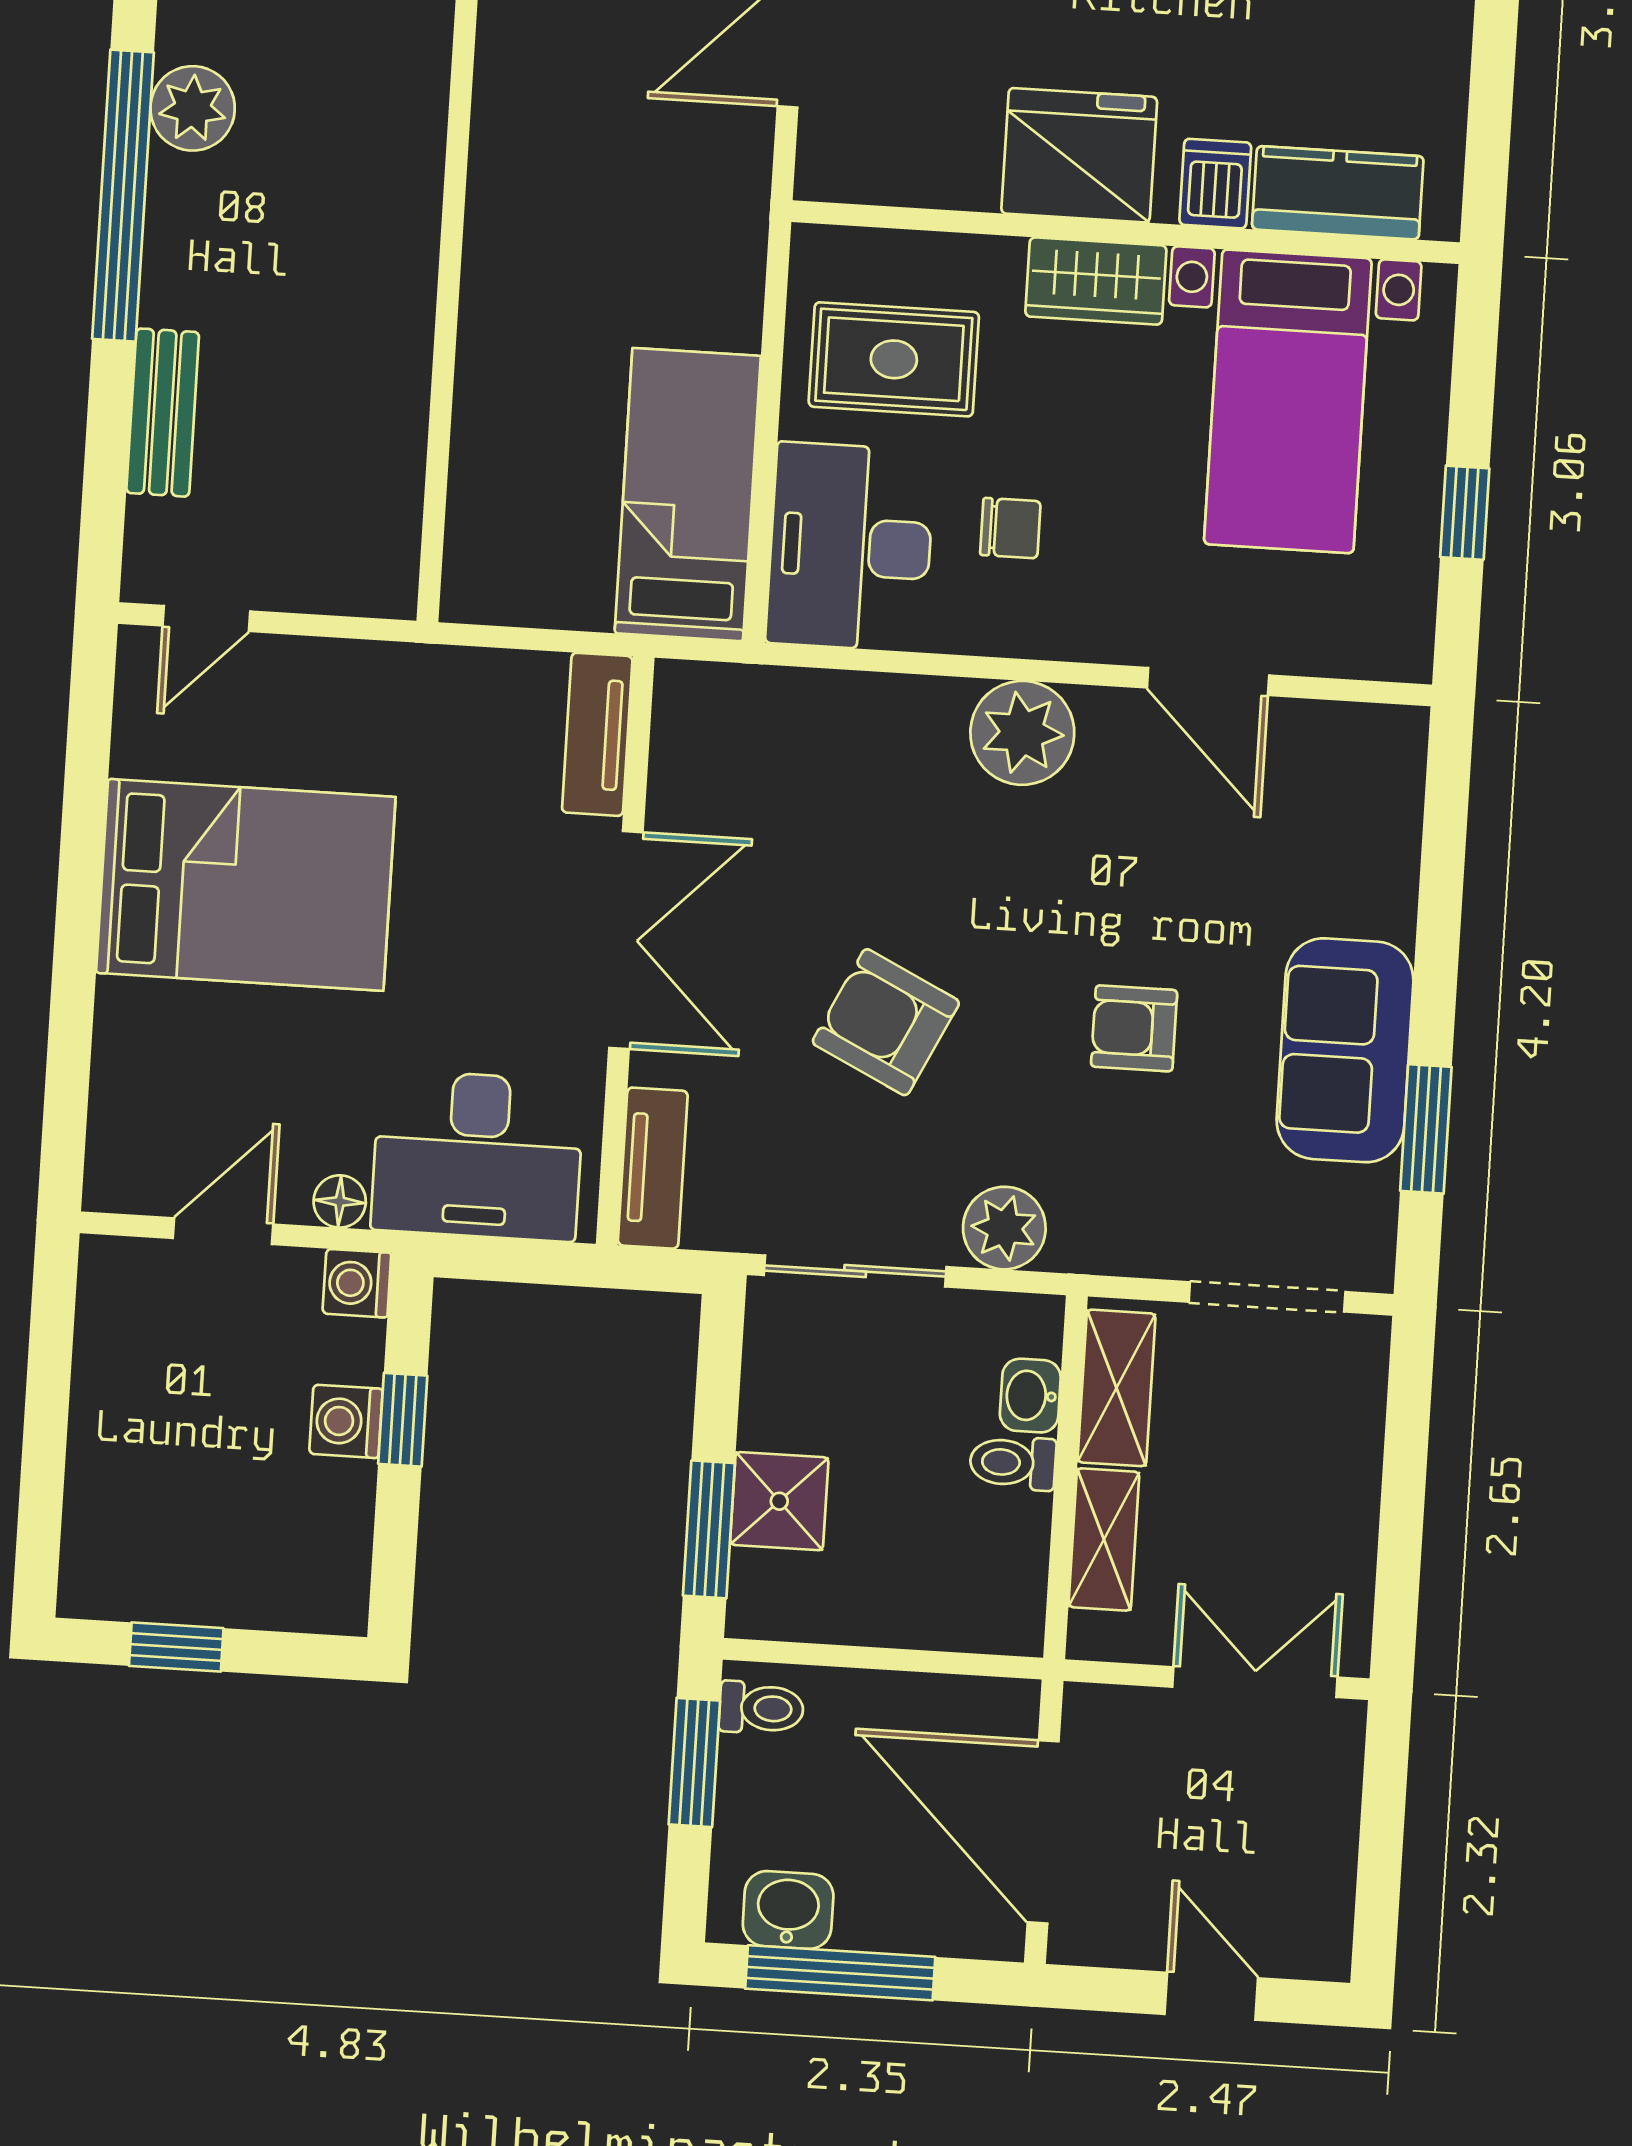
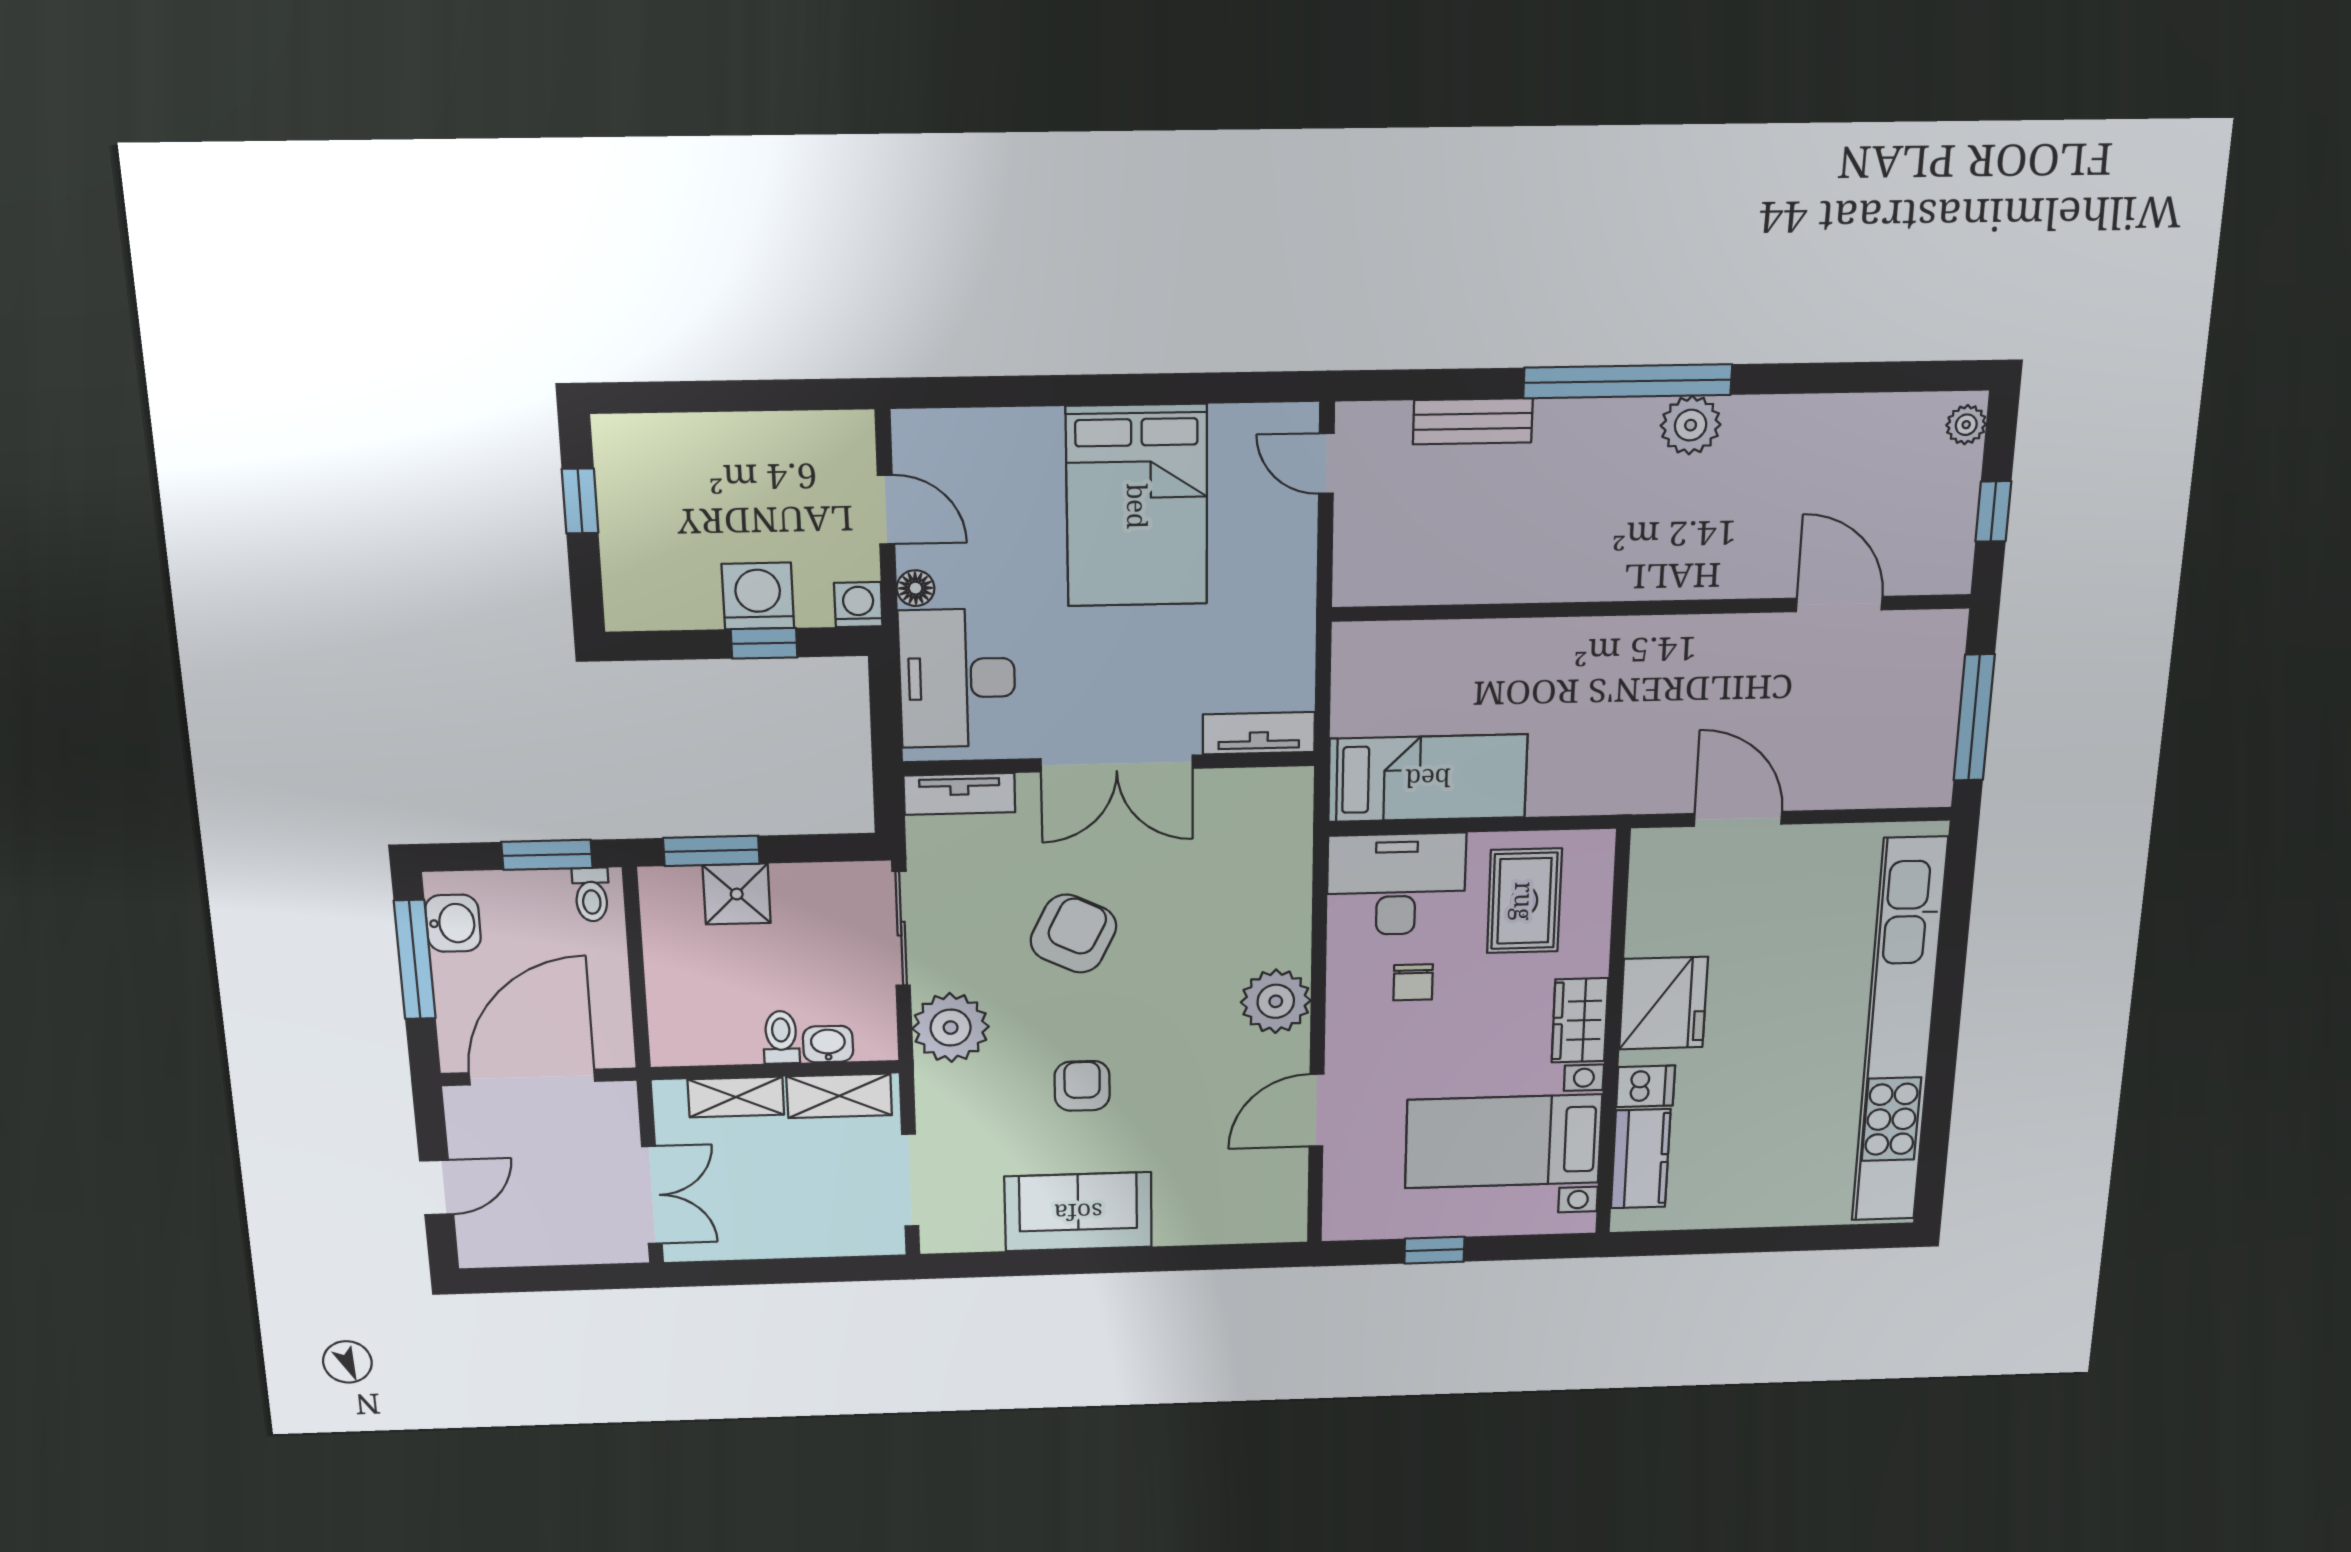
window: (1426, 1129) -> (1031, 1263), removed
plant: (1004, 1228) -> (951, 1028), width x1.36, depth x1.36
washing machine: (346, 1421) -> (758, 596), width x1.38, depth x1.38

